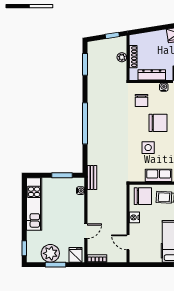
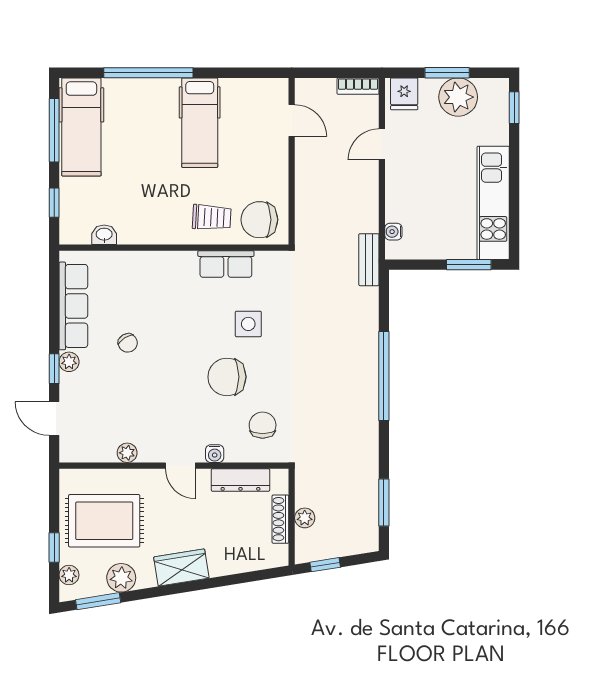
window: (62, 175) -> (469, 265), moved
nightstand: (134, 217) -> (278, 174), removed

